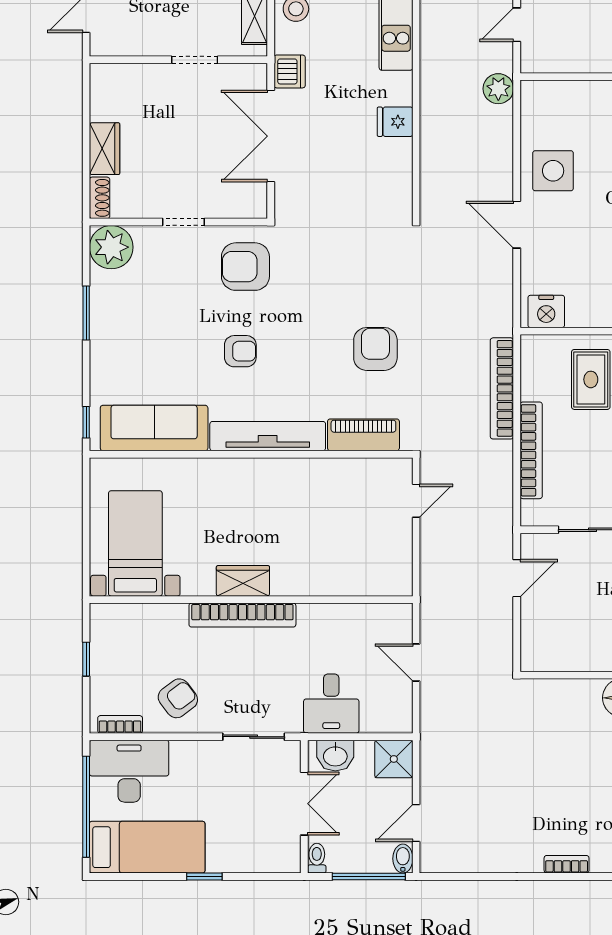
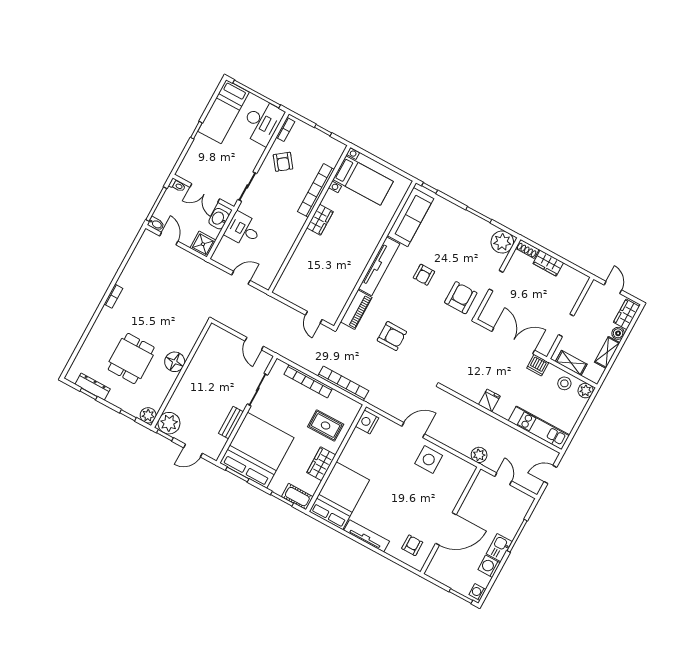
bookcase: (242, 615) -> (316, 190), moved

